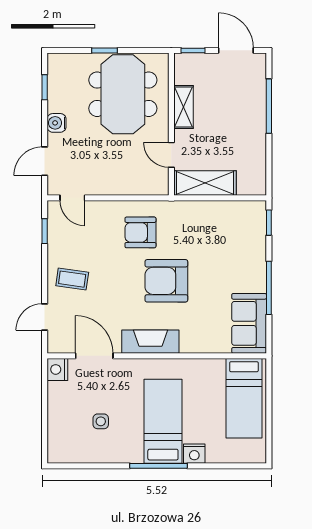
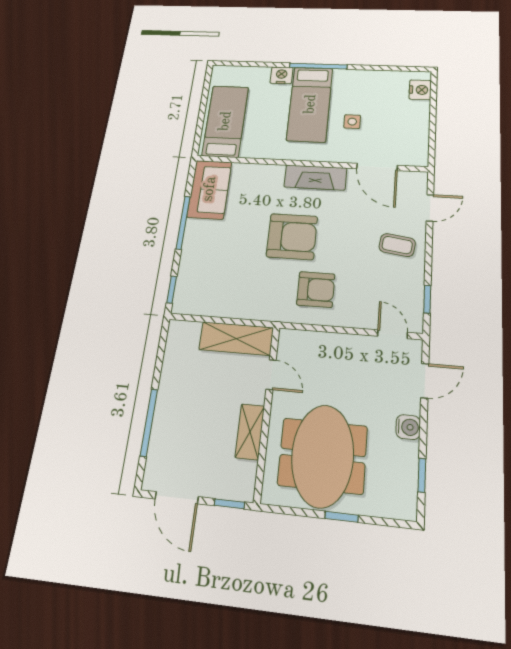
nightstand: (57, 369) -> (420, 90), moved
side table: (101, 421) -> (352, 122), moved

